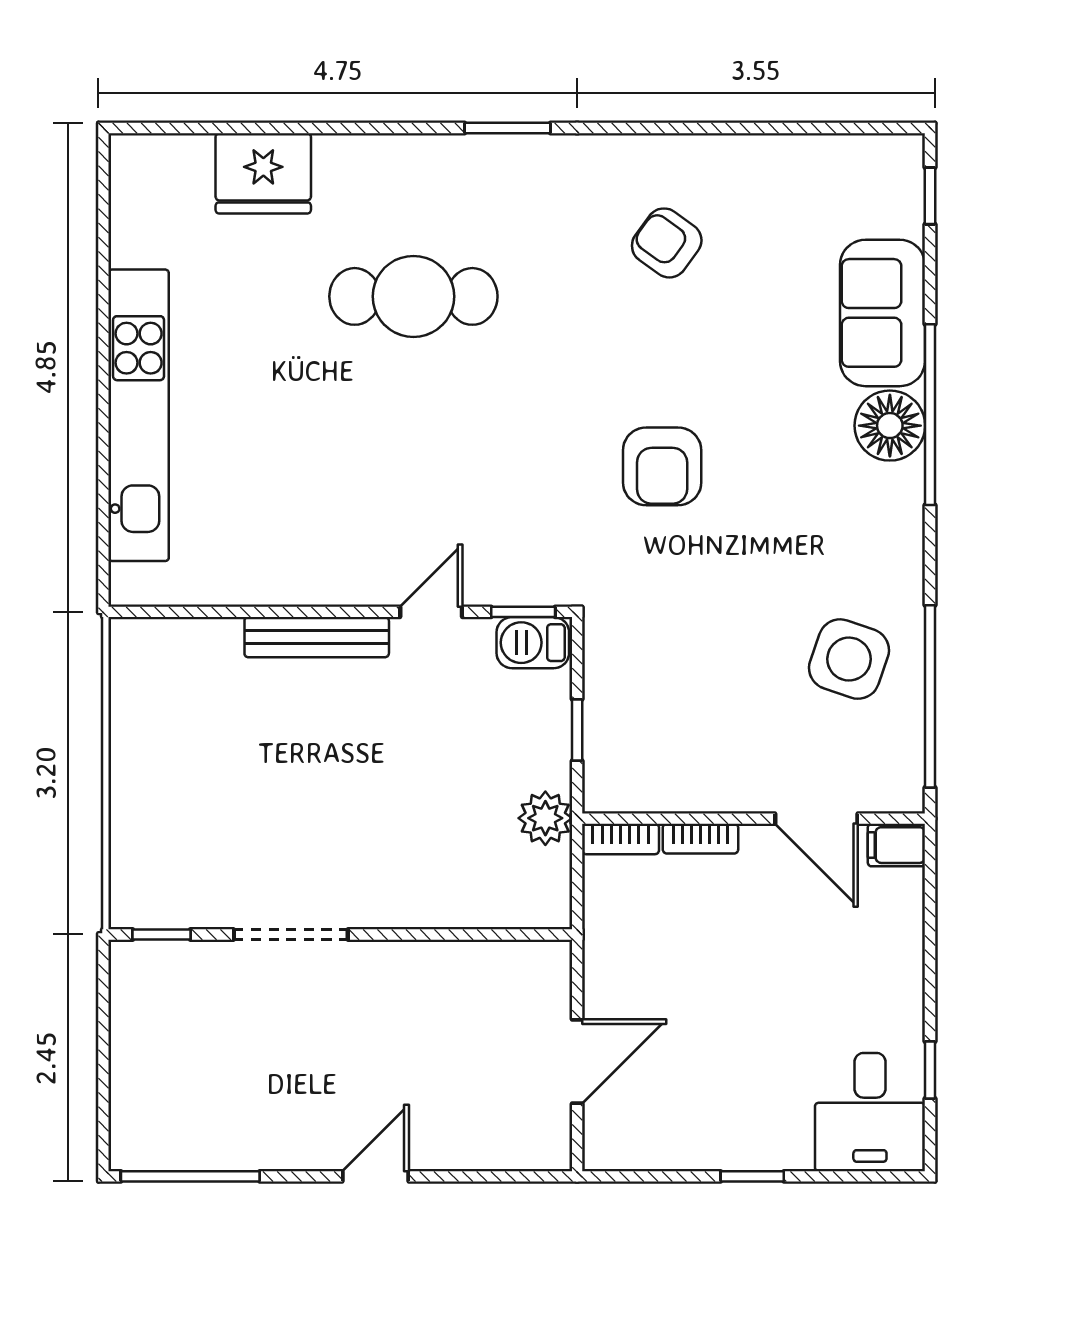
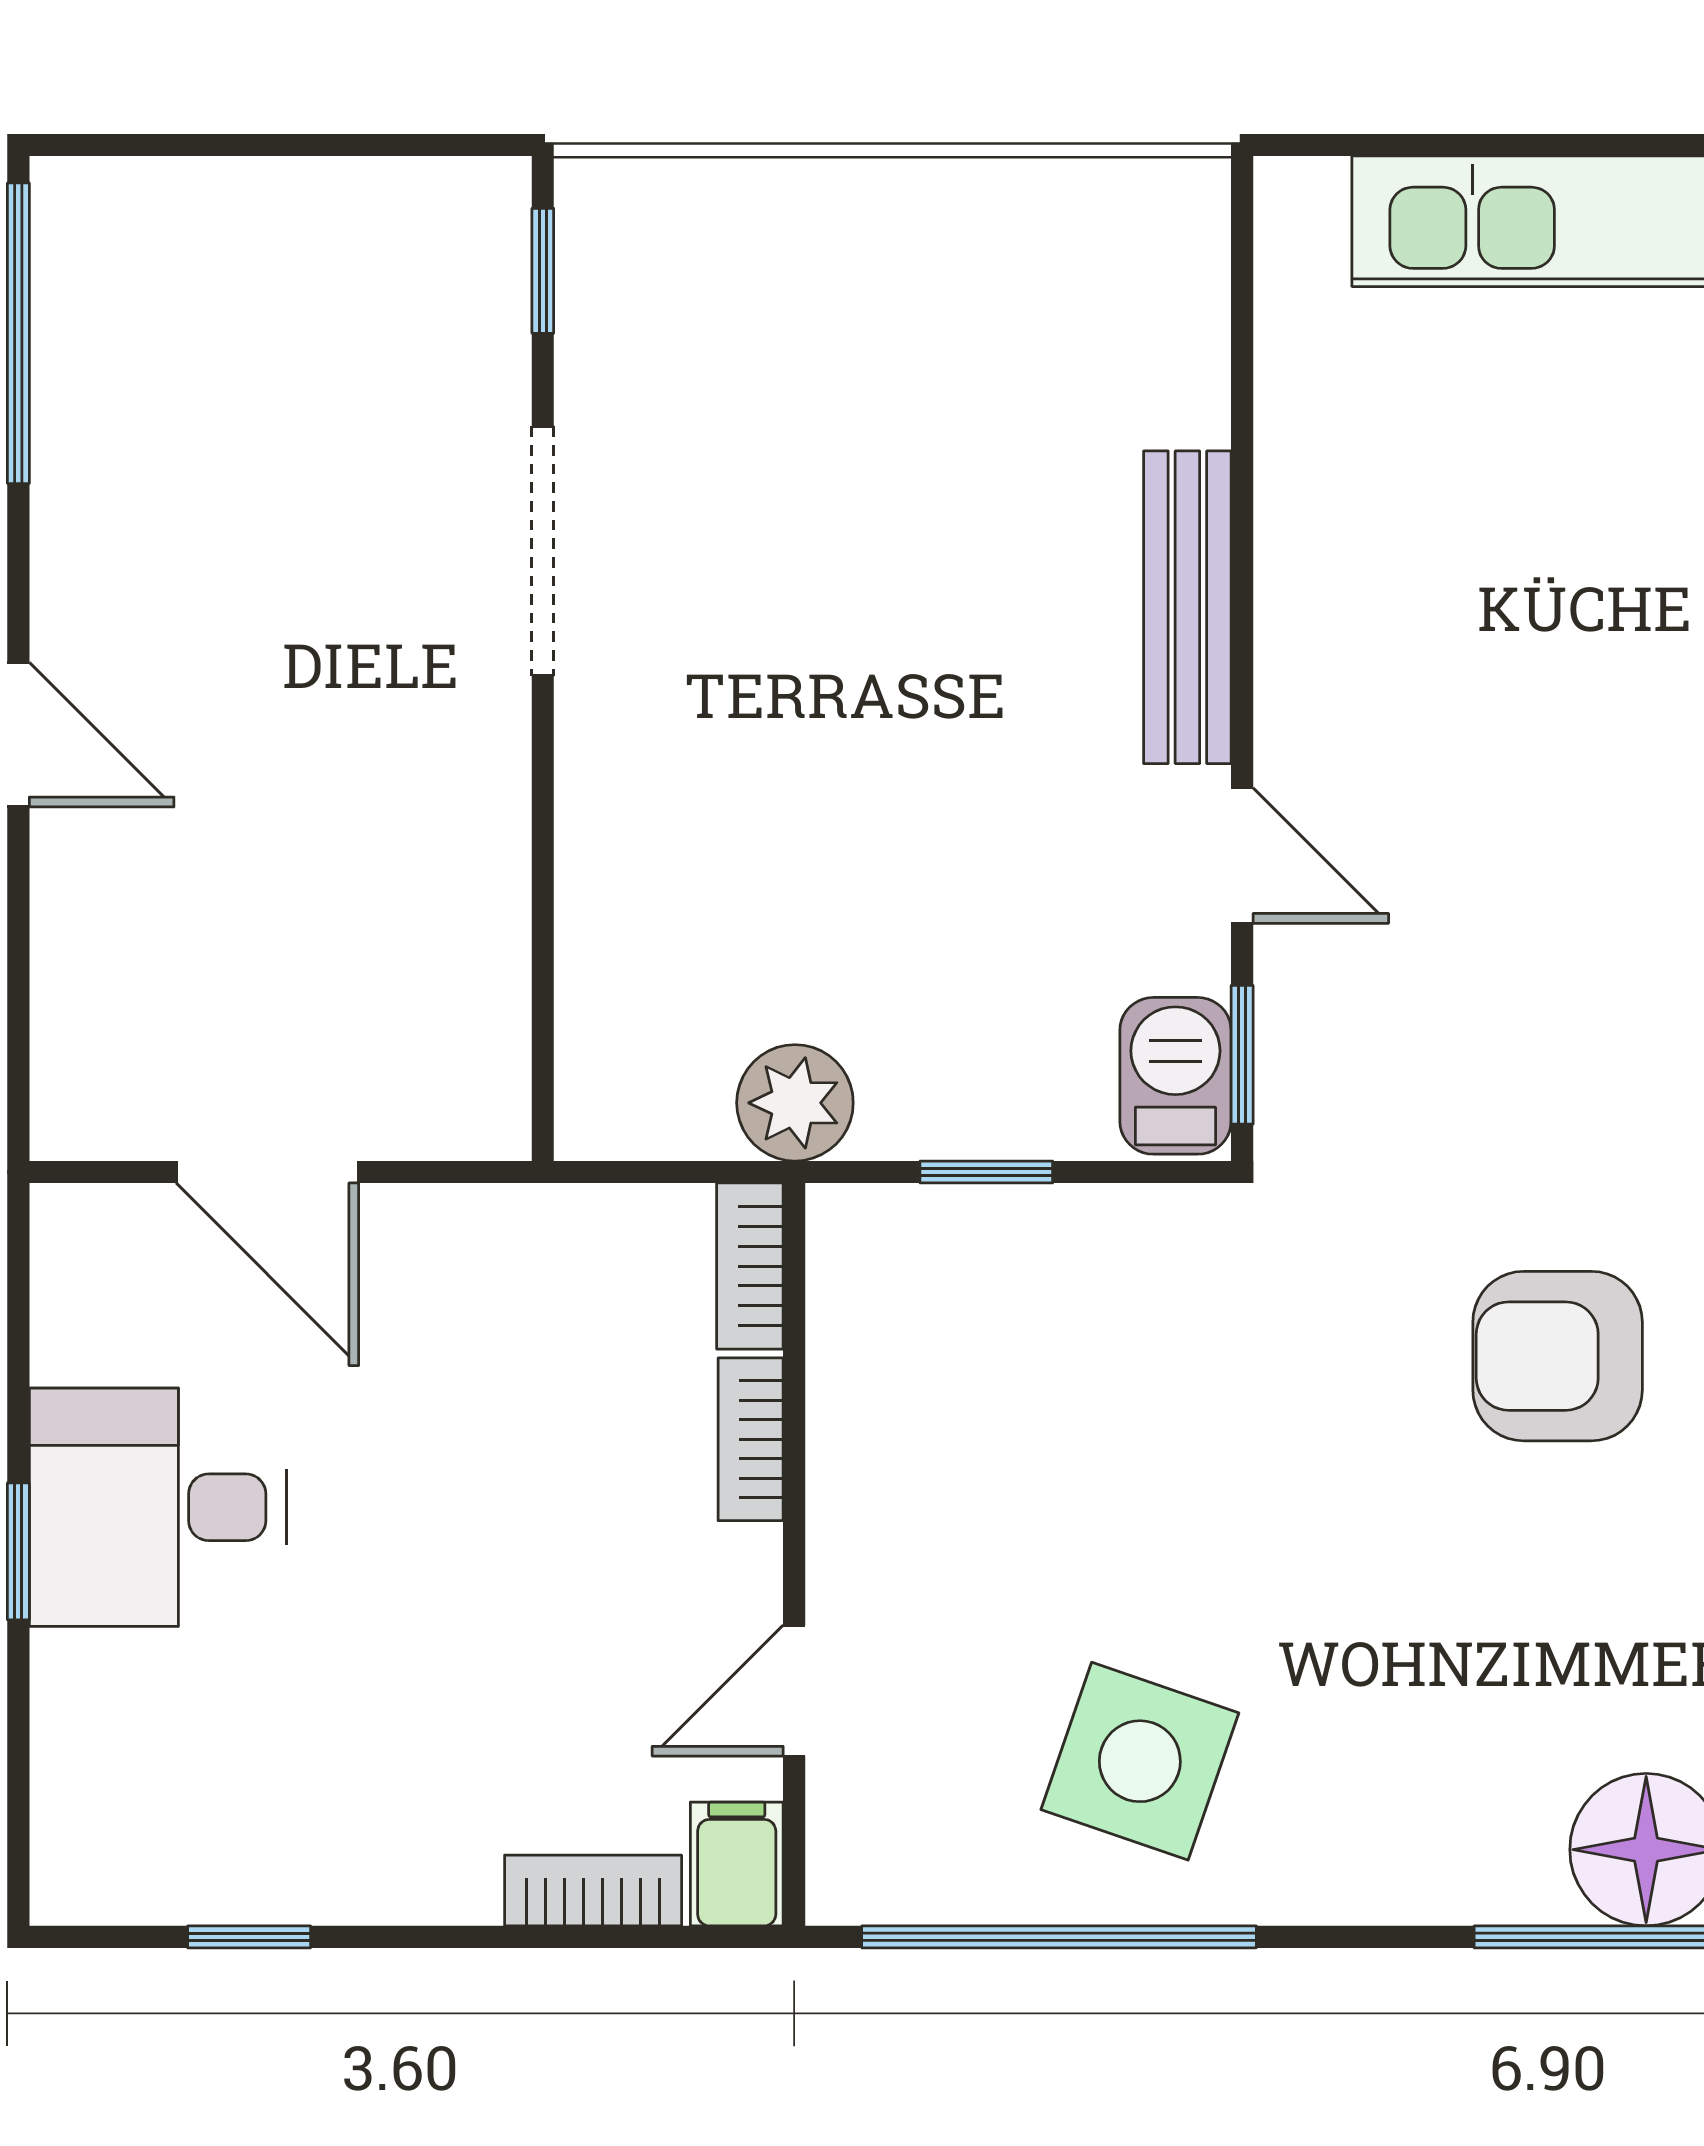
door: (816, 819) -> (794, 1691), width x0.73
bookcase: (909, 911) -> (593, 1891), added
desk: (870, 1112) -> (158, 1507), moved

